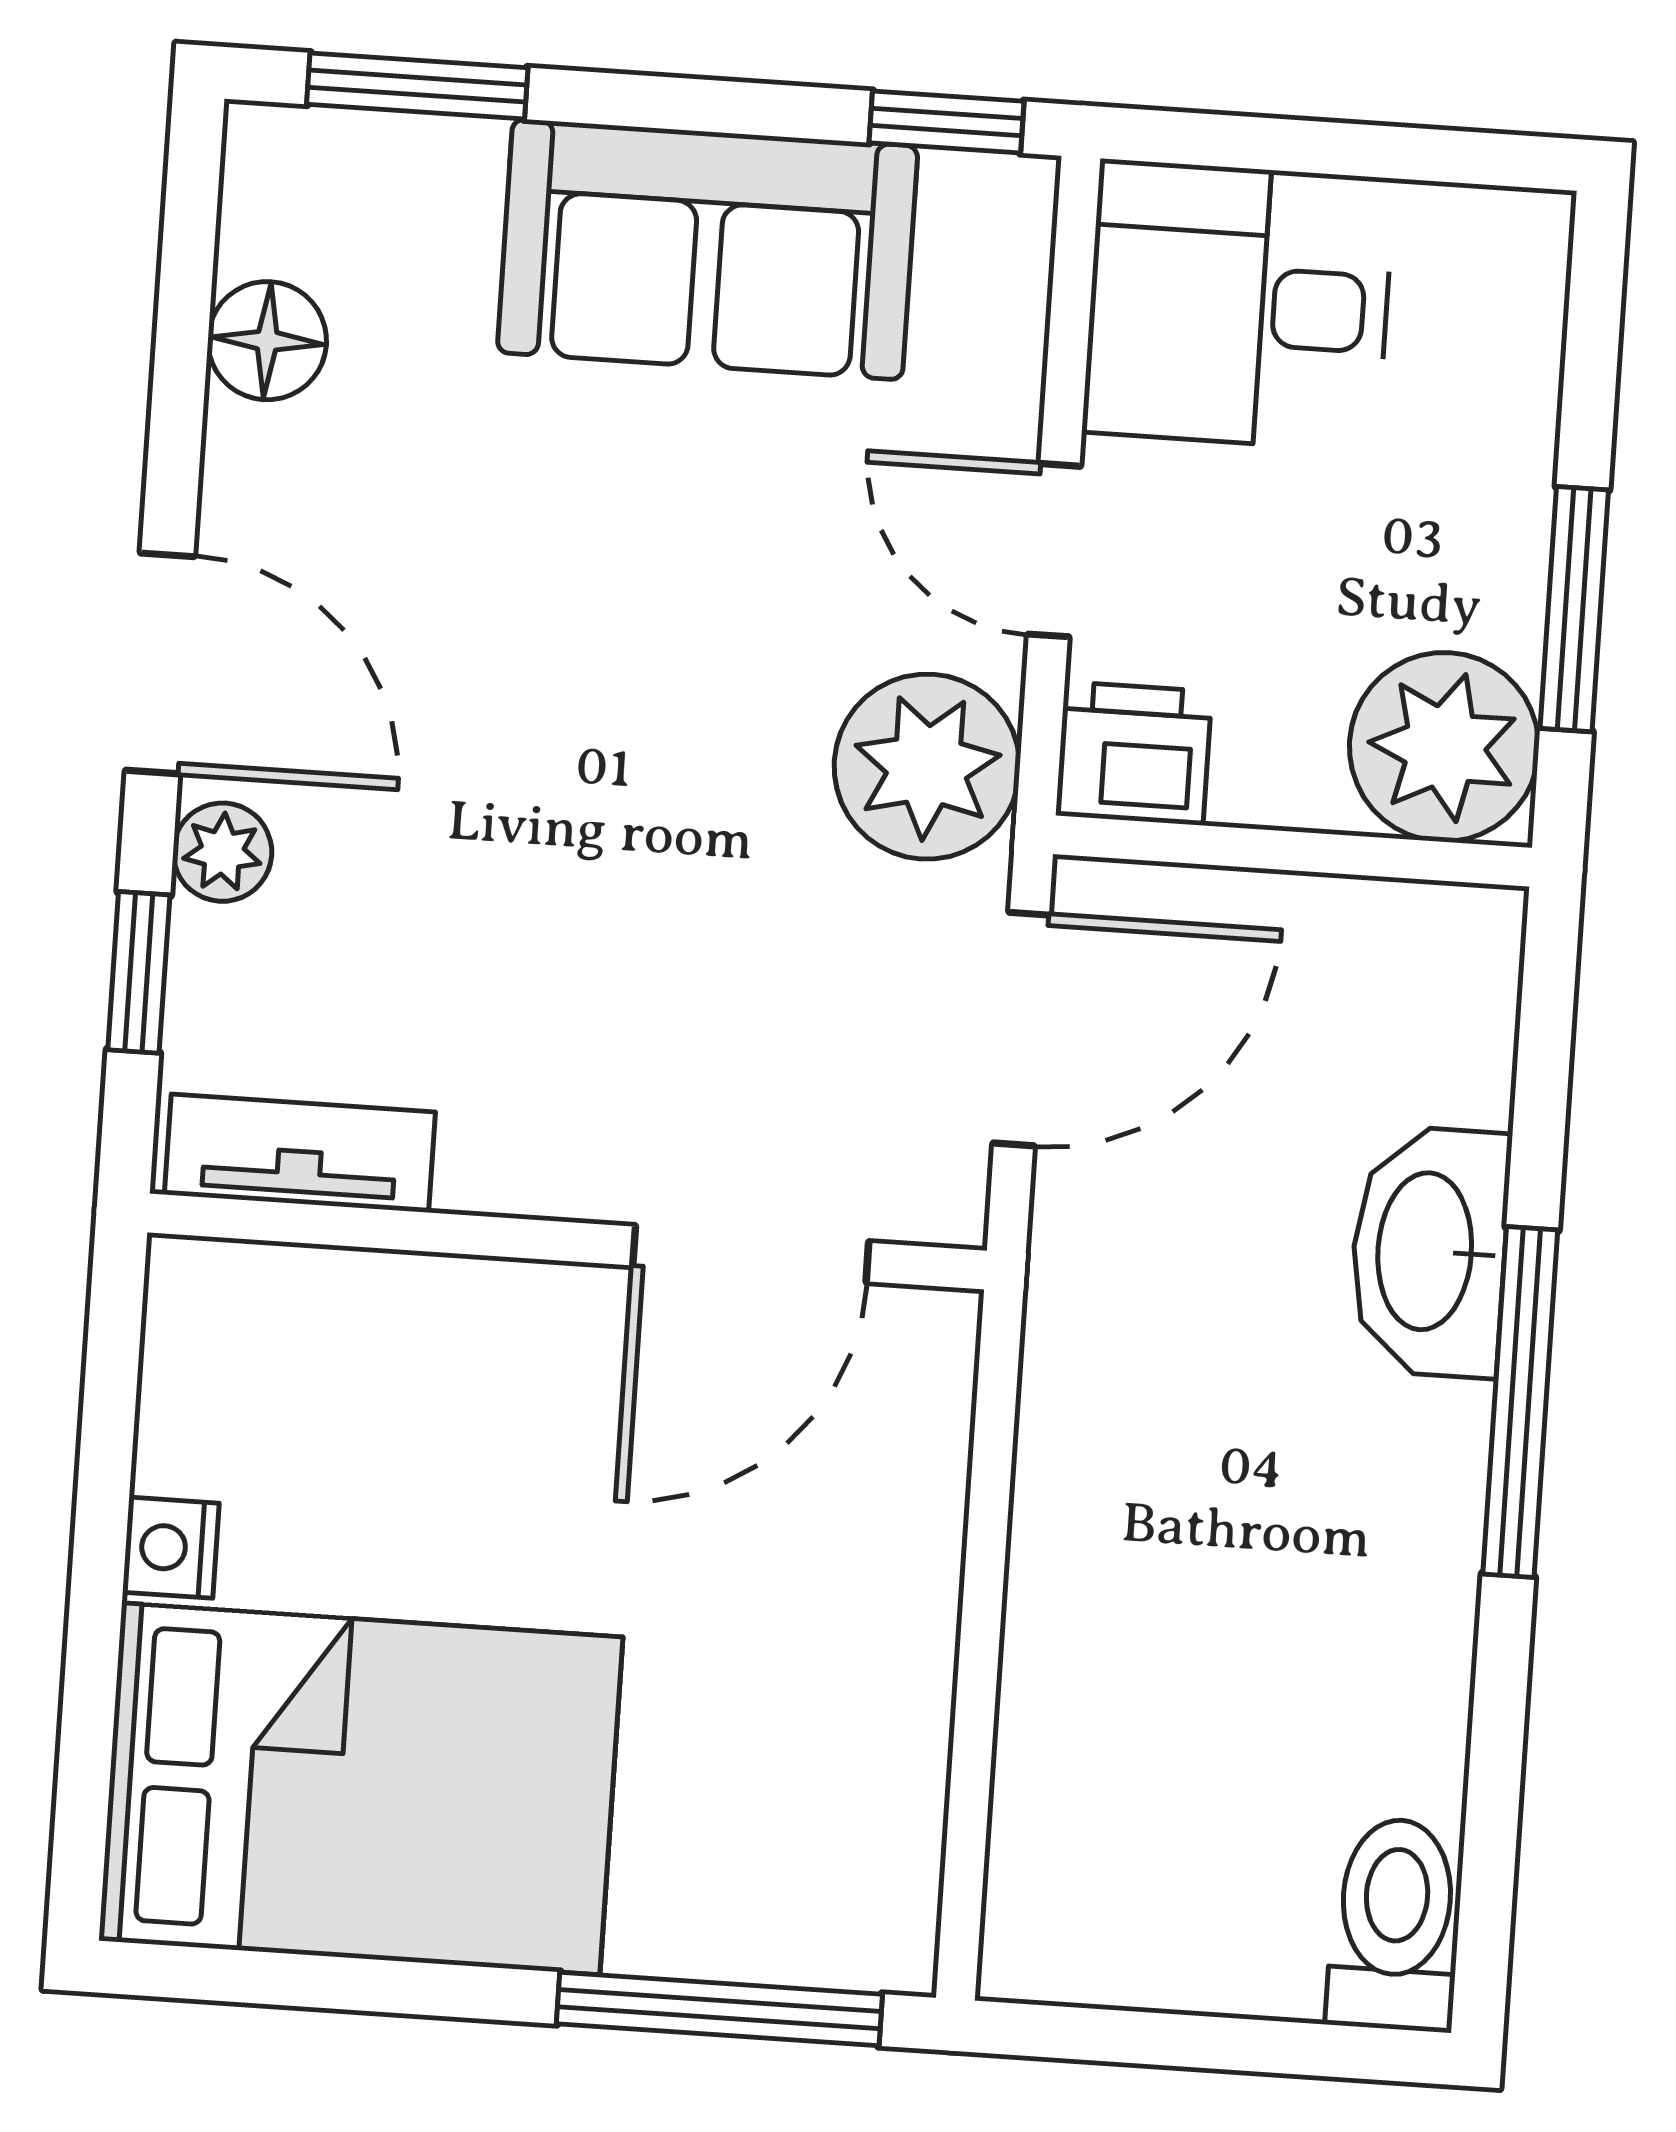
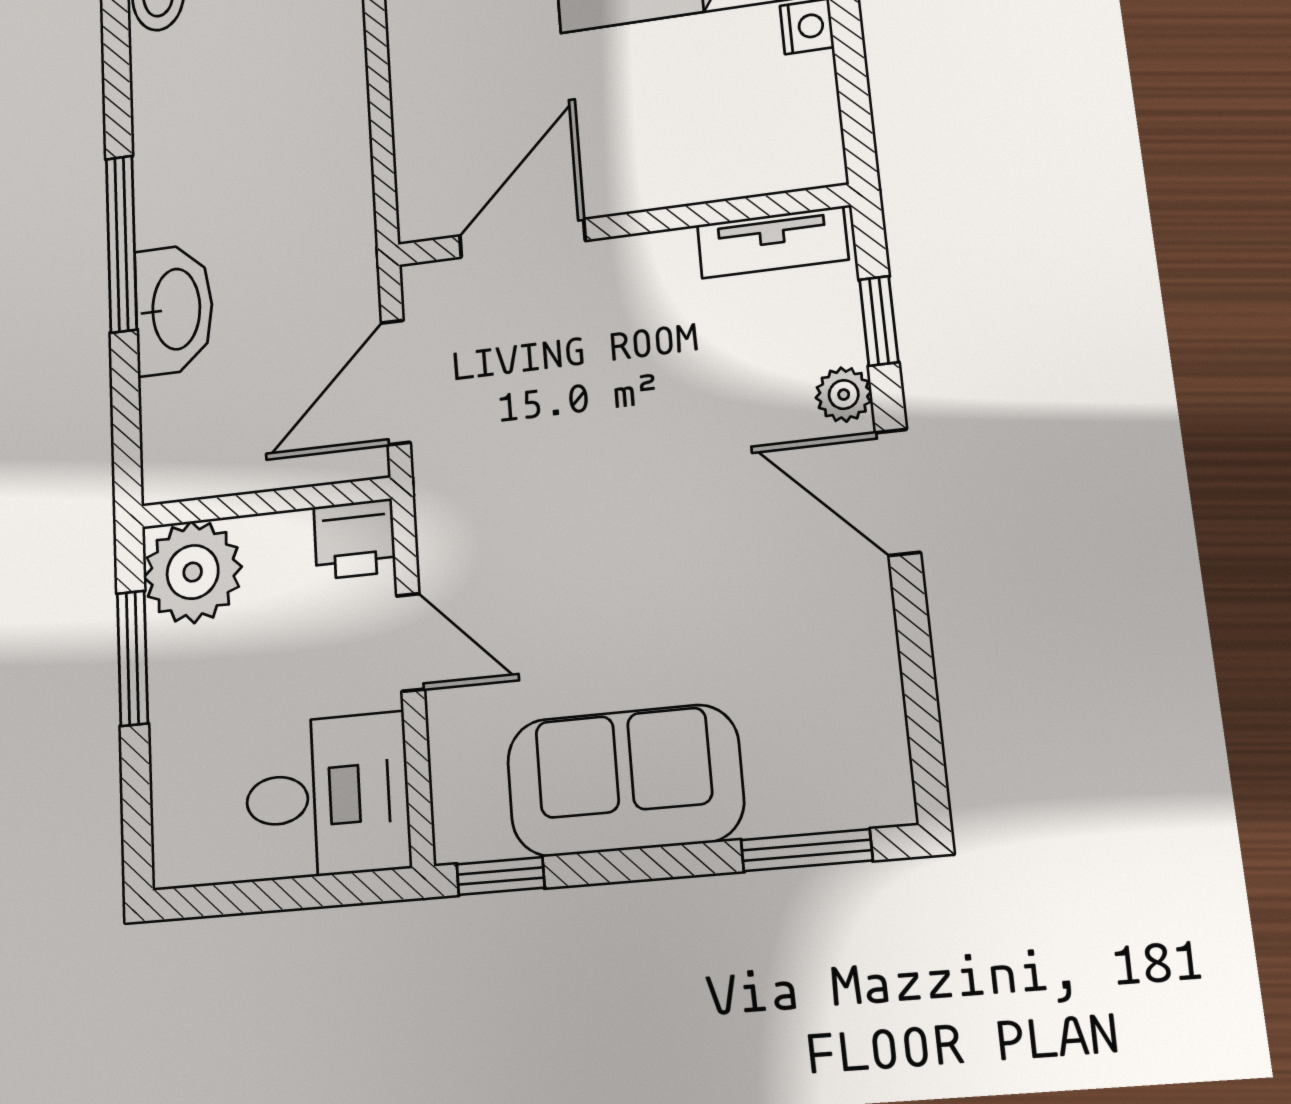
floor lamp: (267, 341) -> (869, 686), removed
plant: (927, 767) -> (464, 512), removed

